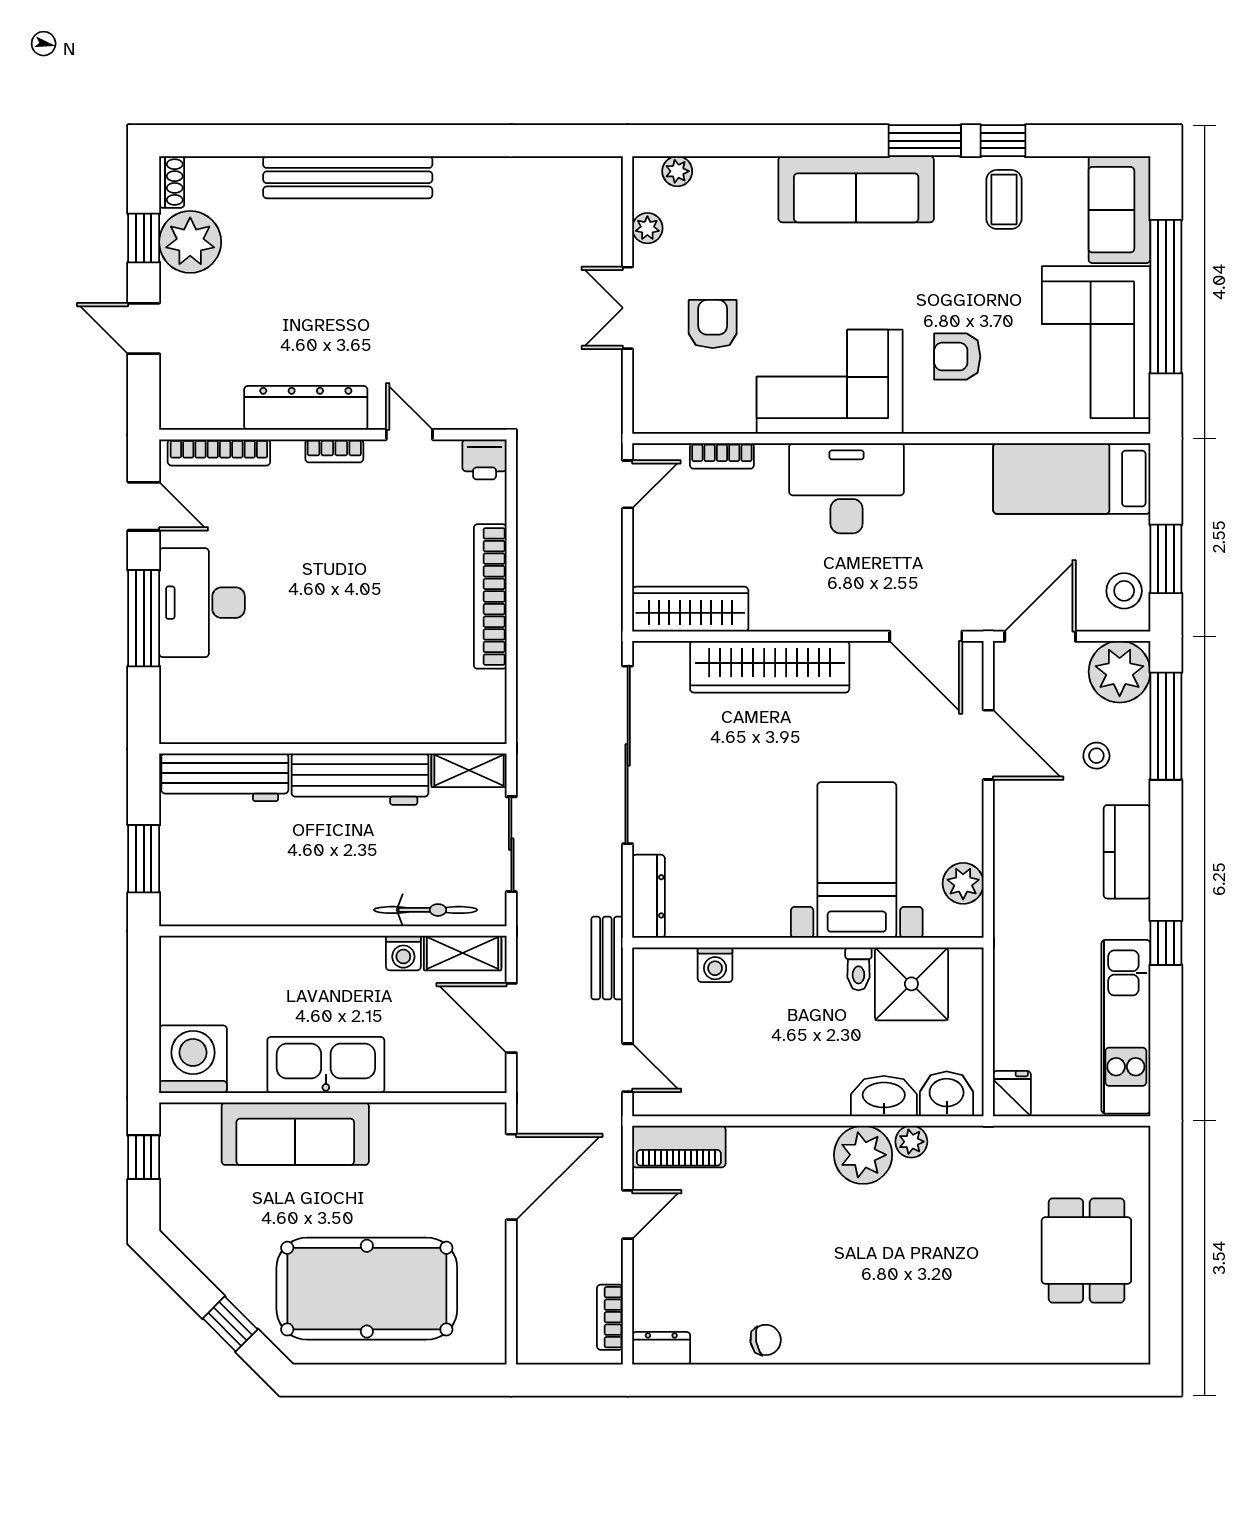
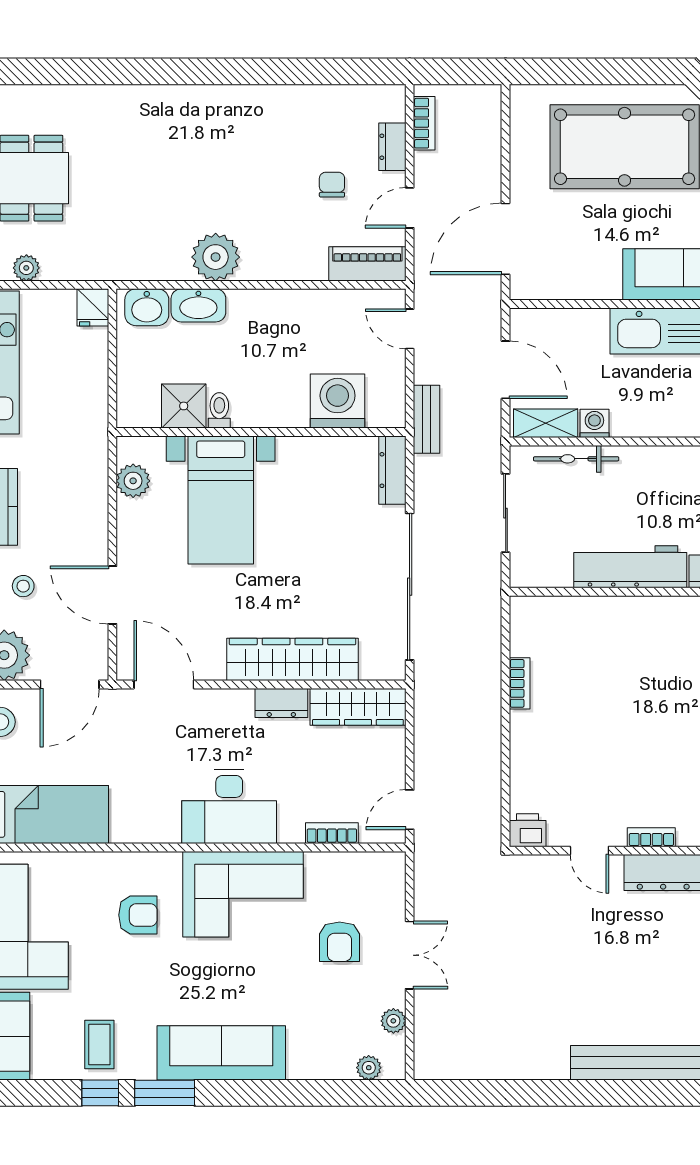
bookcase: (490, 596) -> (520, 683), width x0.43, depth x0.76
dresser: (783, 614) -> (281, 703), added
shelving: (469, 770) -> (540, 574), removed
washing machine: (715, 965) -> (338, 401), width x1.89, depth x1.89
shower: (911, 984) -> (184, 406), width x0.73, depth x0.73
plant: (911, 1142) -> (26, 268), moved
chair: (766, 1340) -> (332, 185), moved, turned 100
dresser: (661, 1348) -> (392, 147), moved, turned 90

